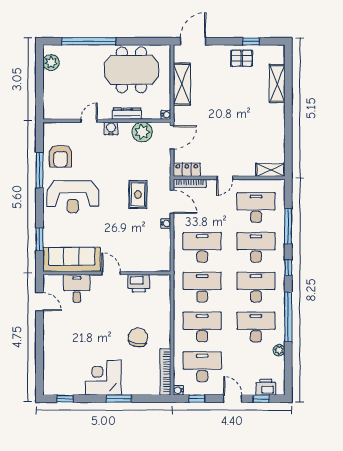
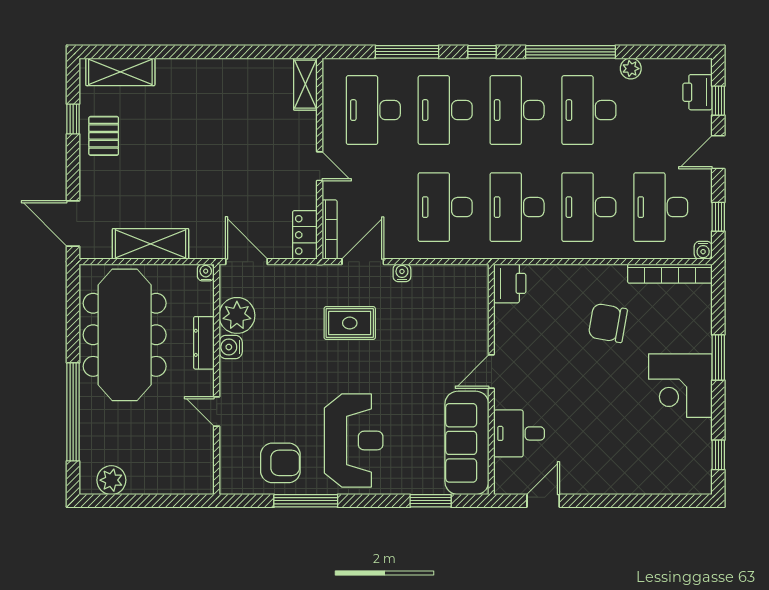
meeting table: (131, 70) -> (125, 335), width x1.36
shelving: (277, 83) -> (120, 72), moved
water cooler: (111, 129) -> (231, 347), moved
printer: (139, 283) -> (510, 283), moved

